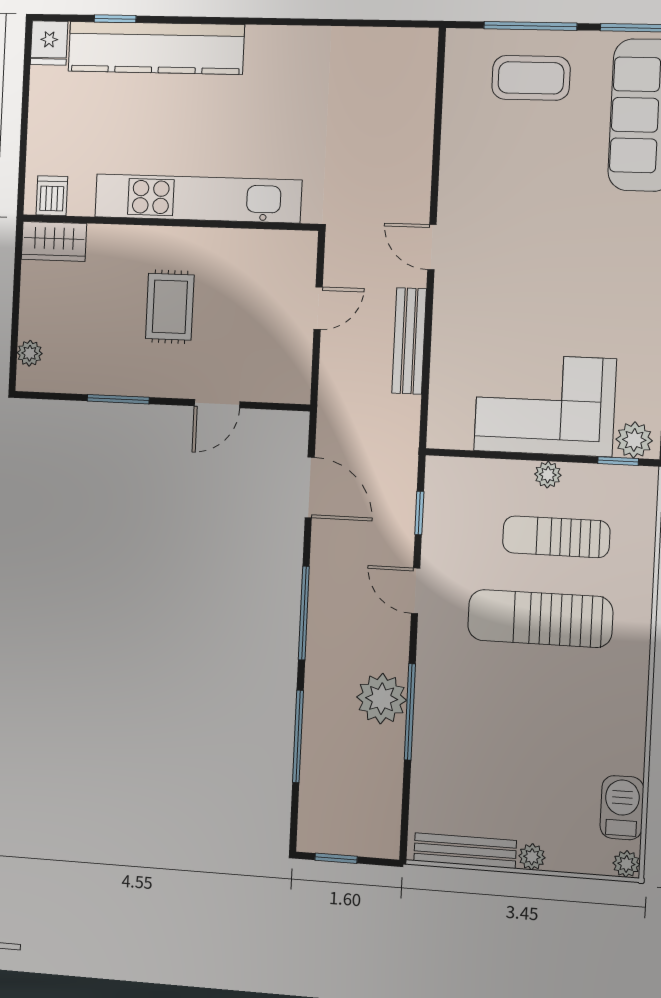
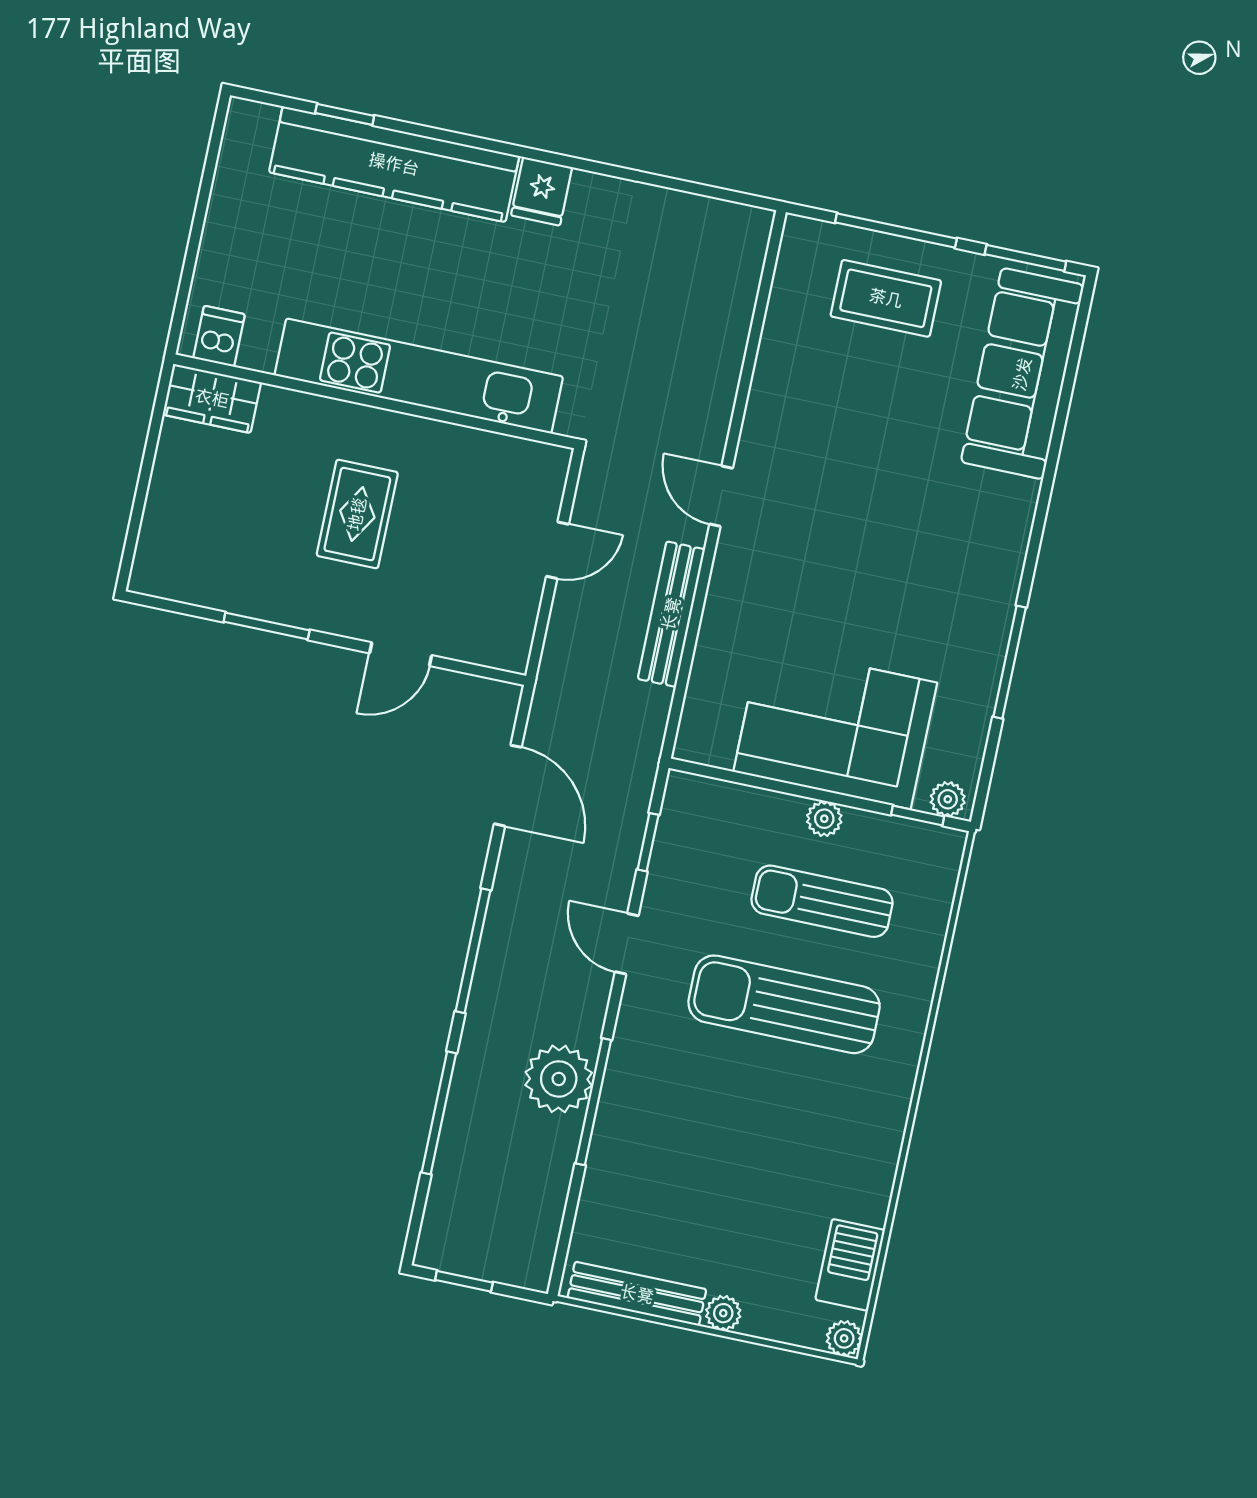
fridge: (49, 43) -> (542, 191), moved
plant: (30, 353) -> (154, 544), removed
plant: (634, 440) -> (948, 799), width x0.73, depth x0.73

